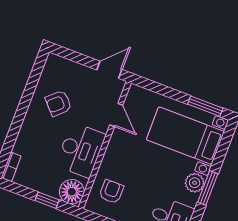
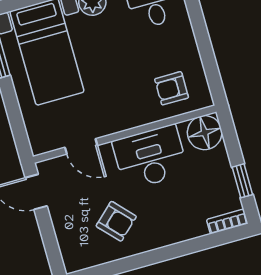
door: (116, 115) -> (81, 146), swing flipped
window: (47, 200) -> (242, 181), moved

